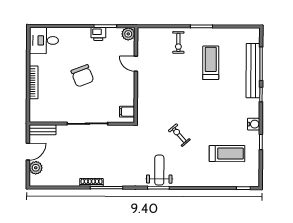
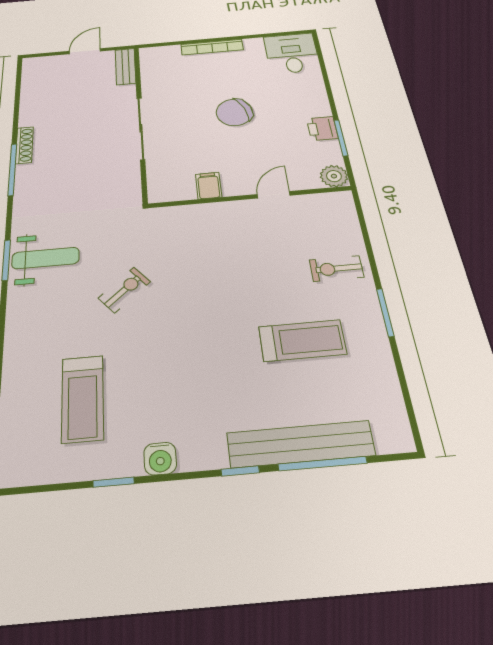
filing cabinet: (127, 112) -> (209, 186), moved
door: (28, 152) -> (85, 51), swing flipped
plant: (36, 168) -> (55, 64), removed

